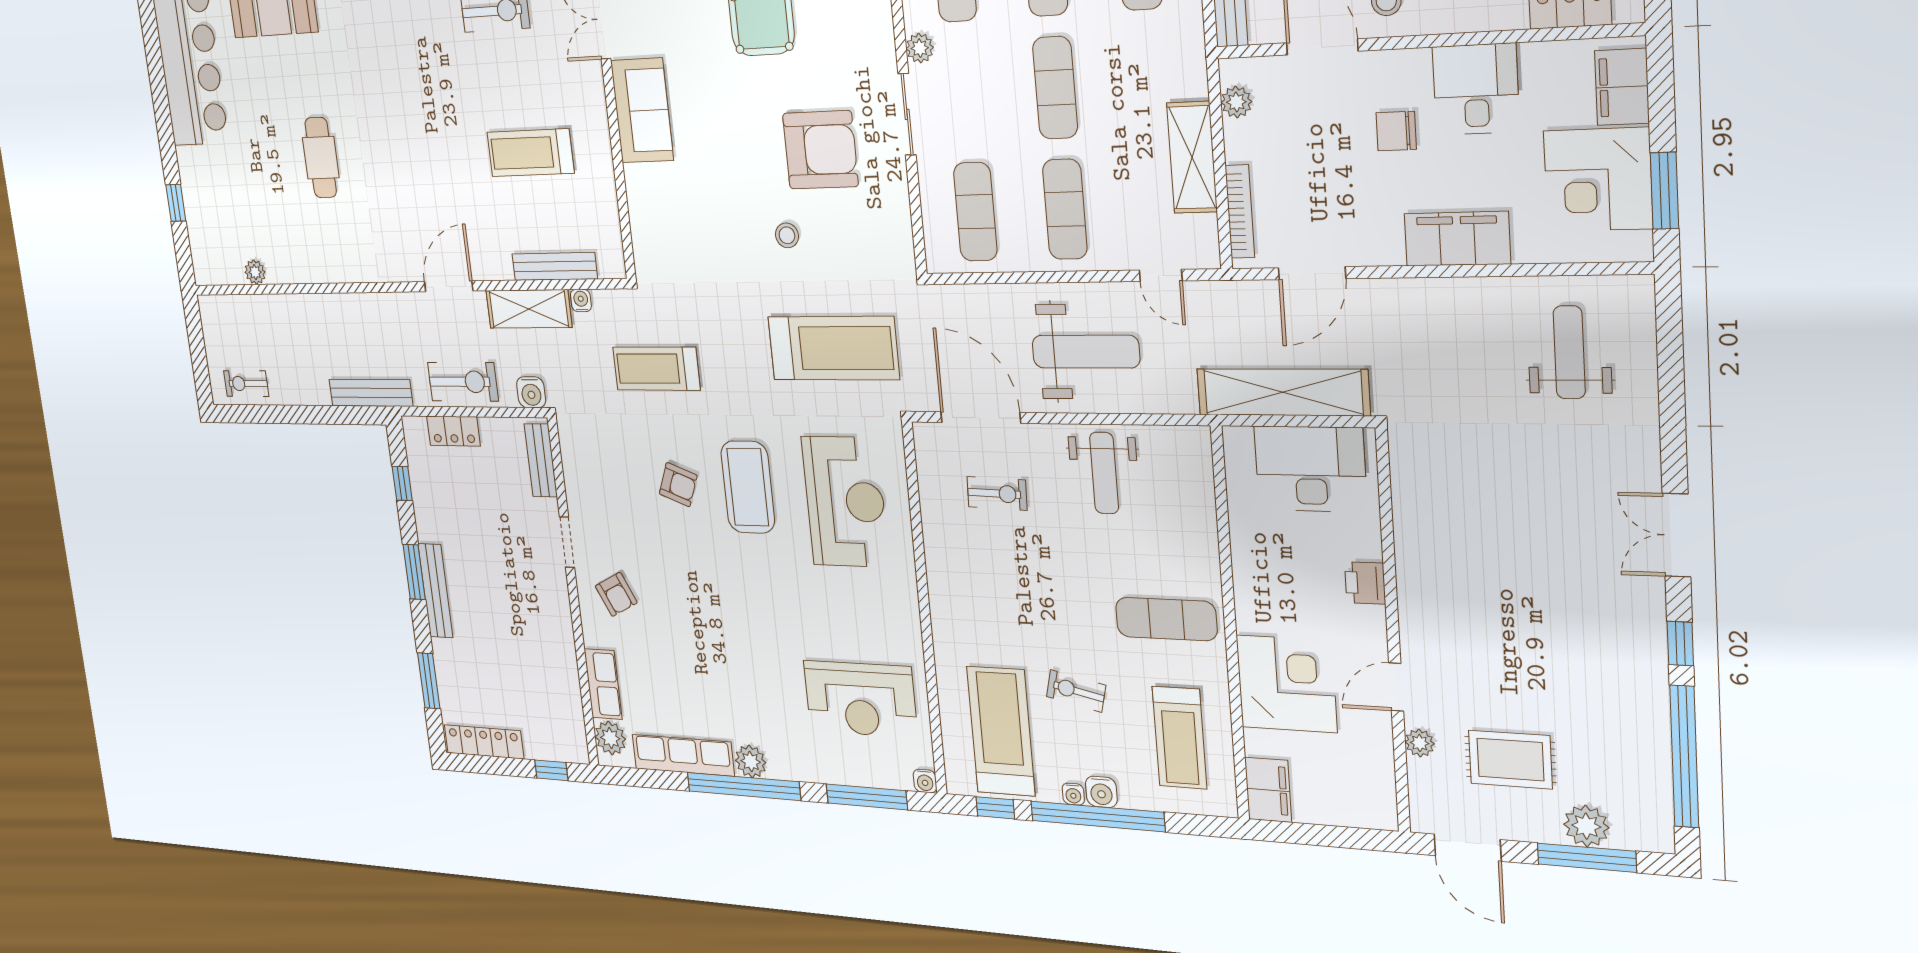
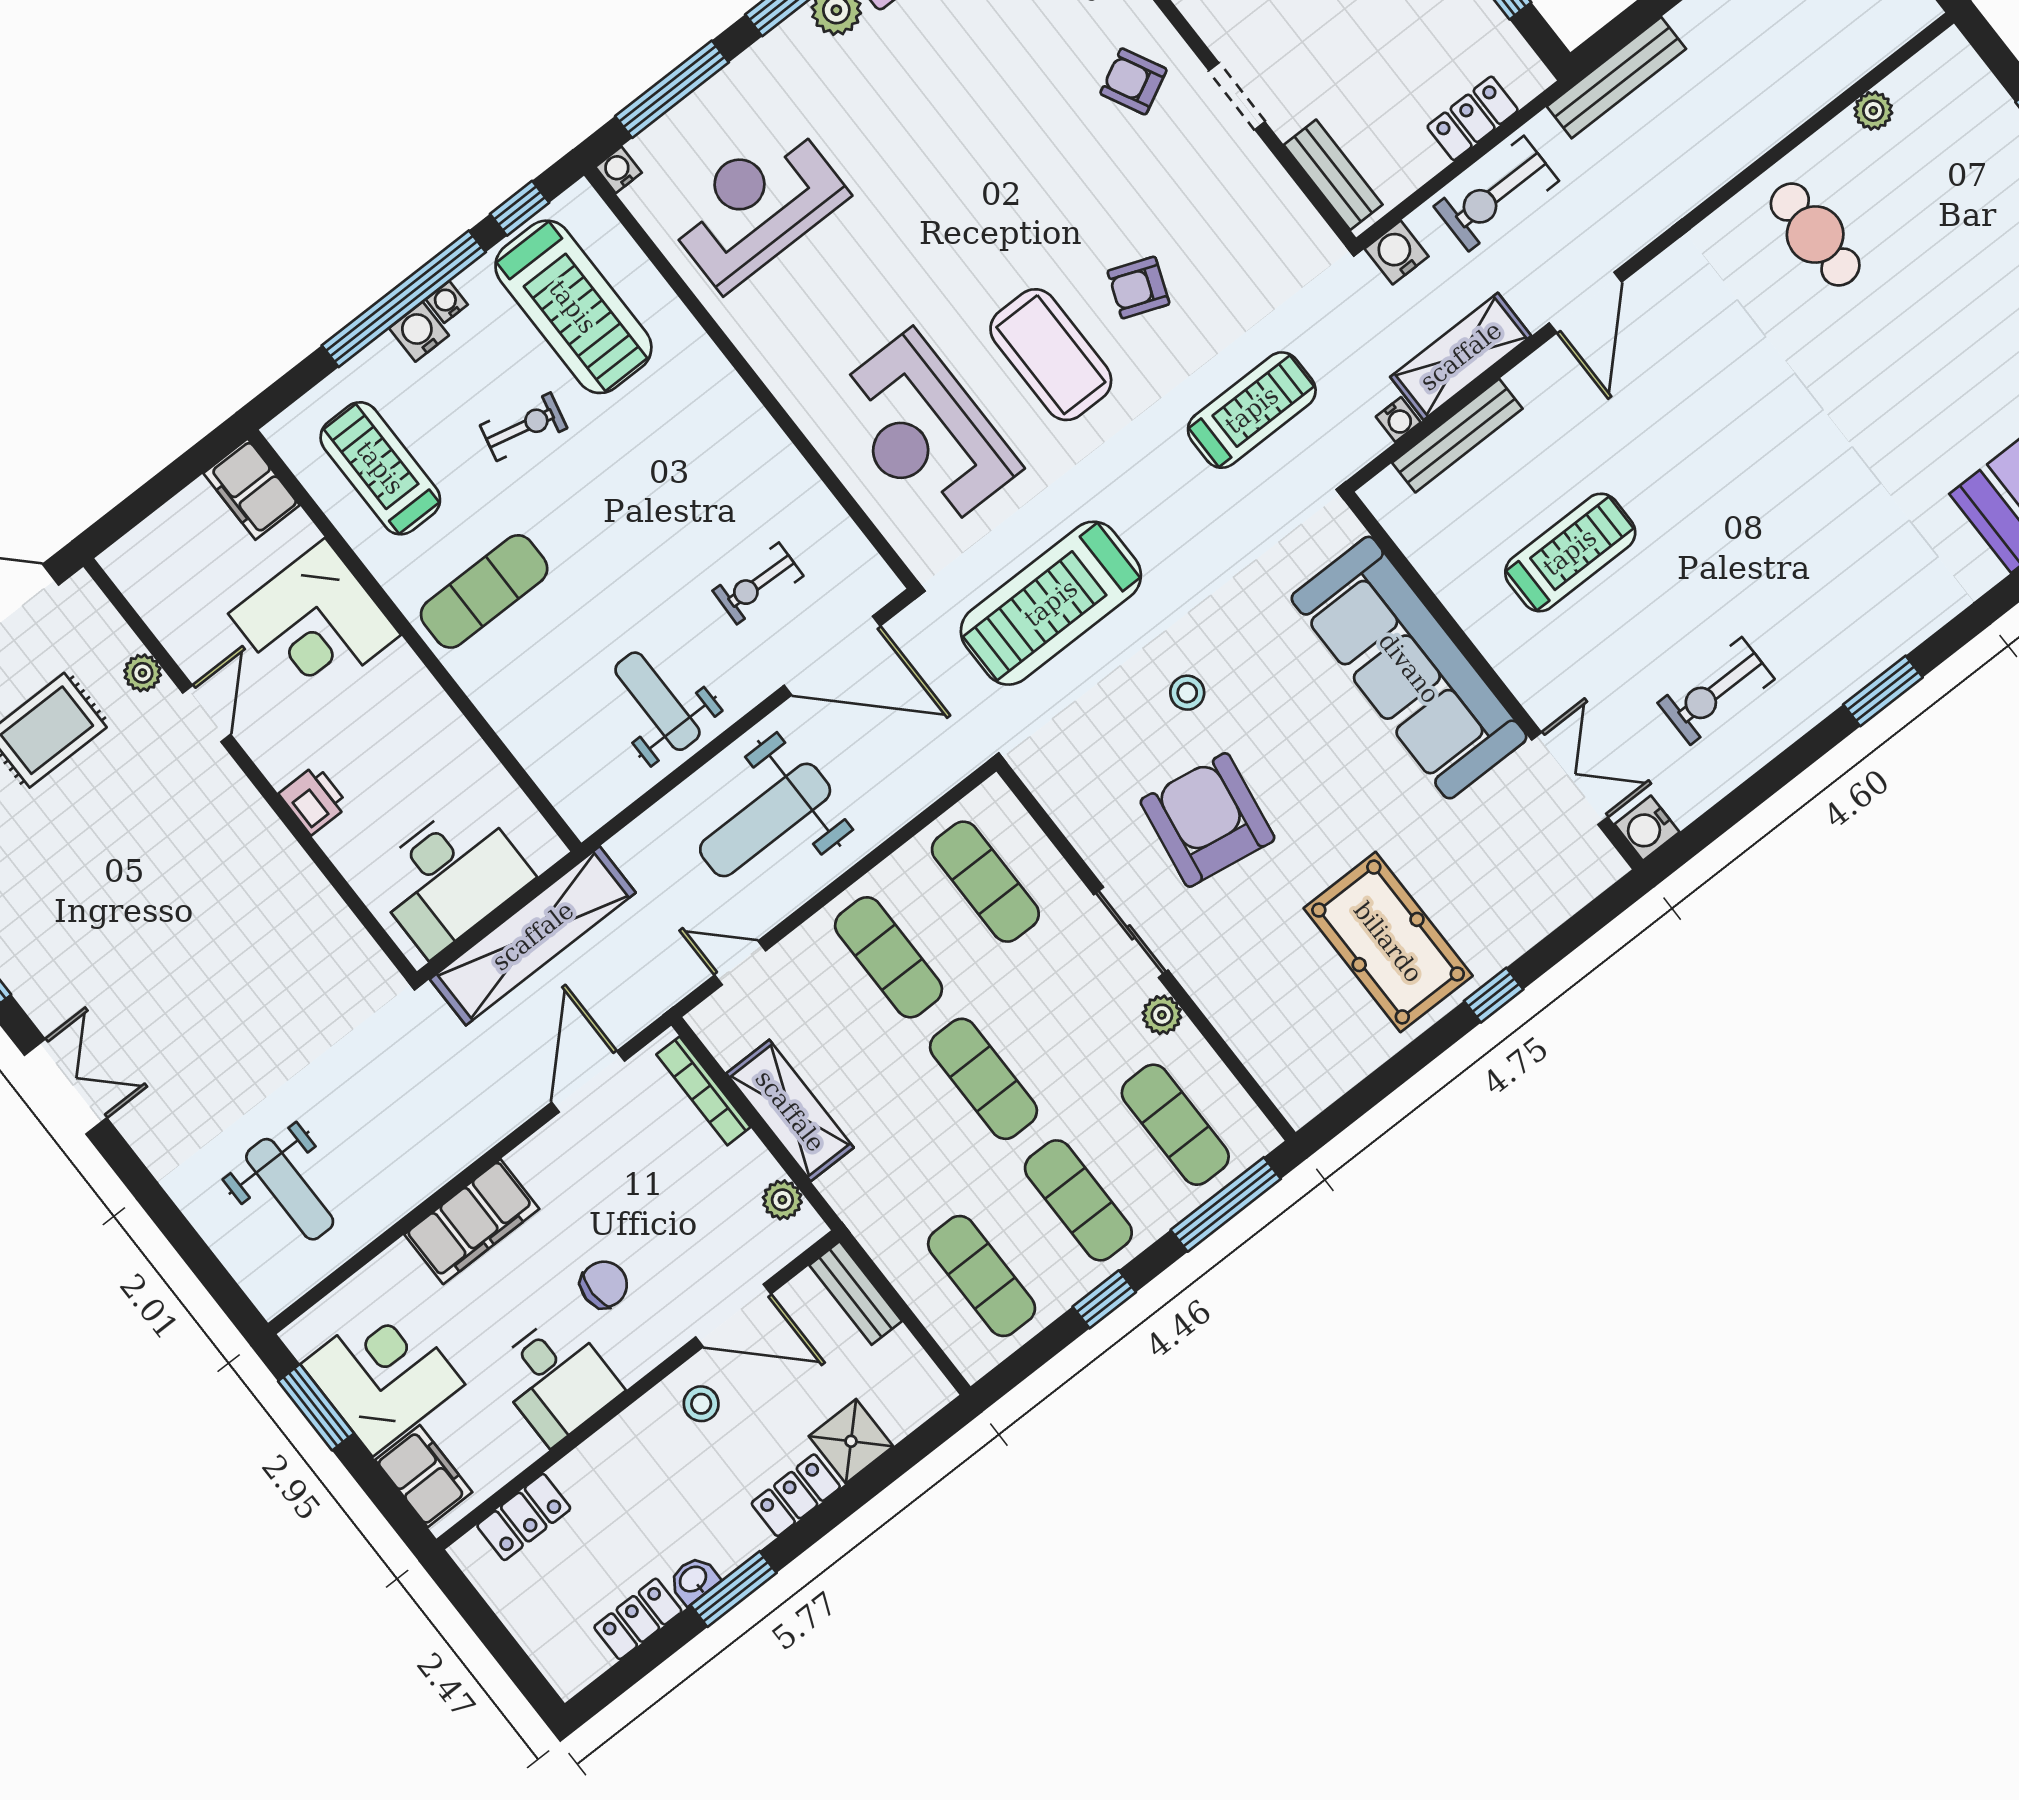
sofa: (642, 110) -> (1409, 668), width x1.85, depth x1.27
armchair: (820, 150) -> (1207, 820), turned 99
cafe table: (321, 158) -> (1815, 234), moved

